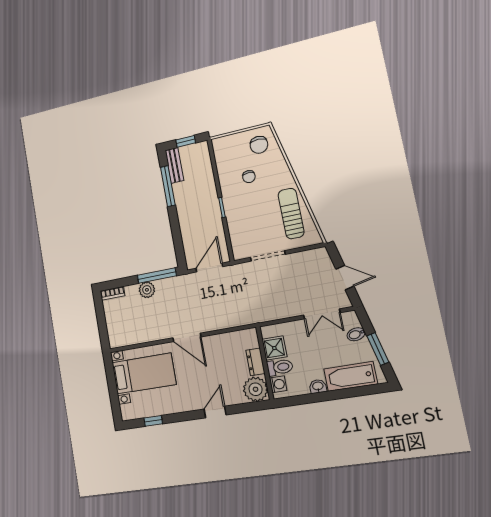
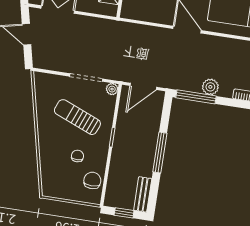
chair: (259, 145) -> (92, 180), moved
window: (168, 186) -> (160, 152), moved
sun lounger: (291, 214) -> (77, 117), moved, turned 112
plant: (238, 254) -> (112, 89), added

